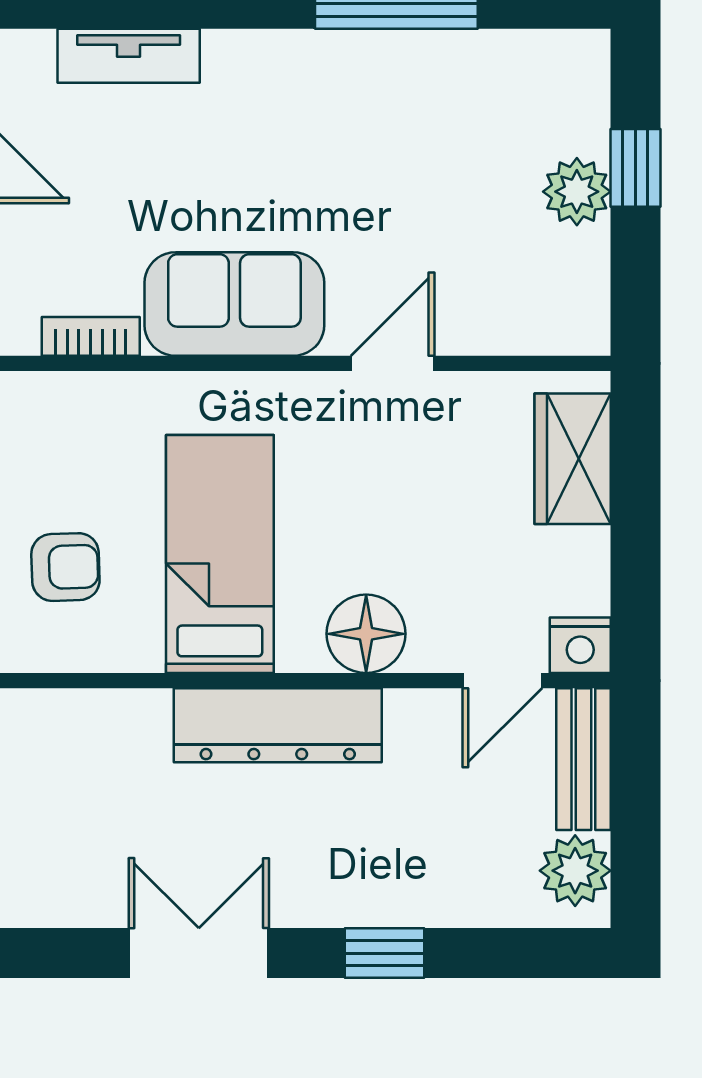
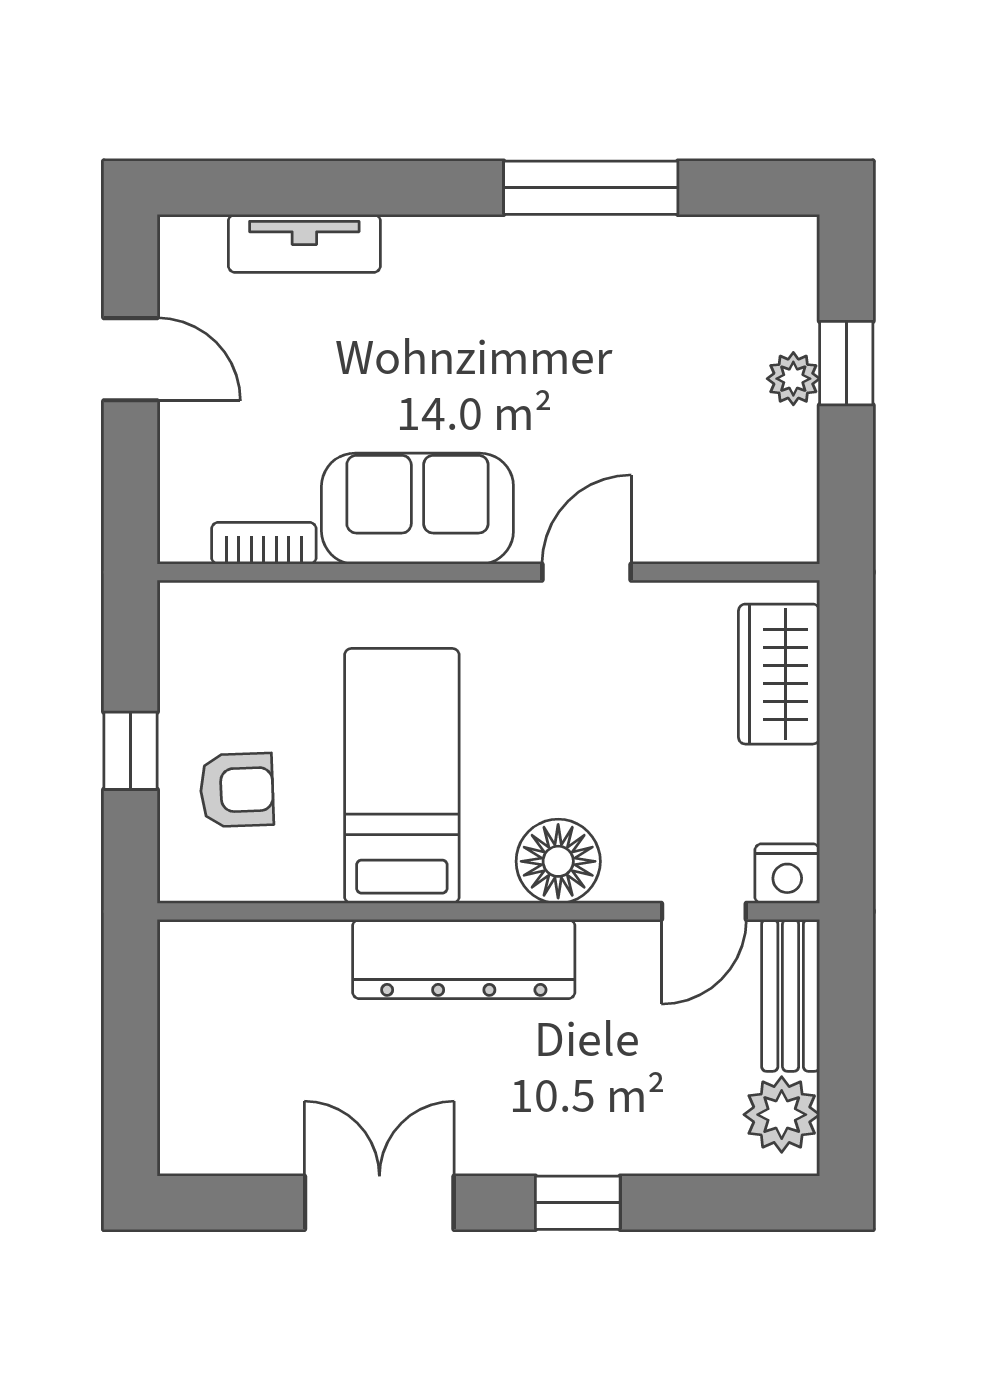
plant: (577, 192) -> (793, 379), width x0.73, depth x0.73

